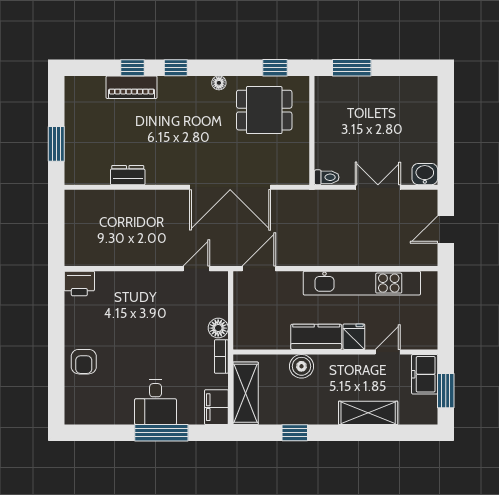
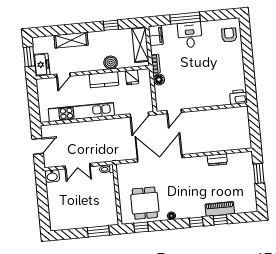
dining table: (264, 110) -> (145, 203), turned 90
fridge: (354, 337) -> (132, 77), moved
armchair: (84, 362) -> (229, 35), moved

